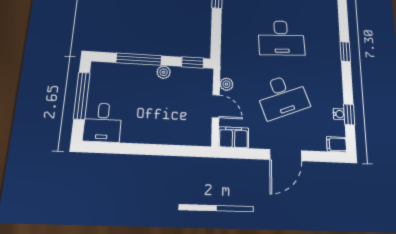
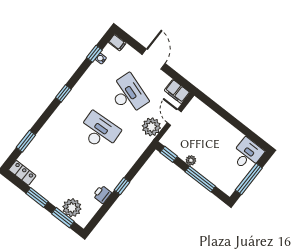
plant: (226, 84) -> (151, 127), width x1.88, depth x1.88
desk: (282, 96) -> (128, 94), turned 39
door: (286, 155) -> (154, 59), hinge flipped

